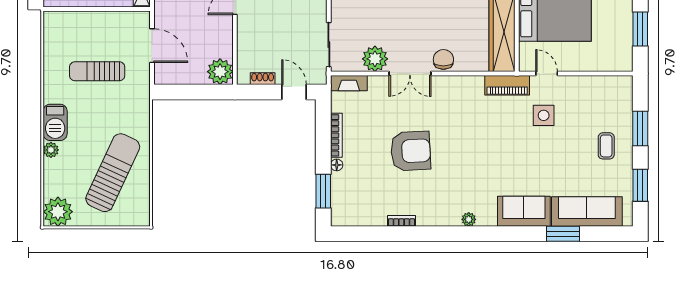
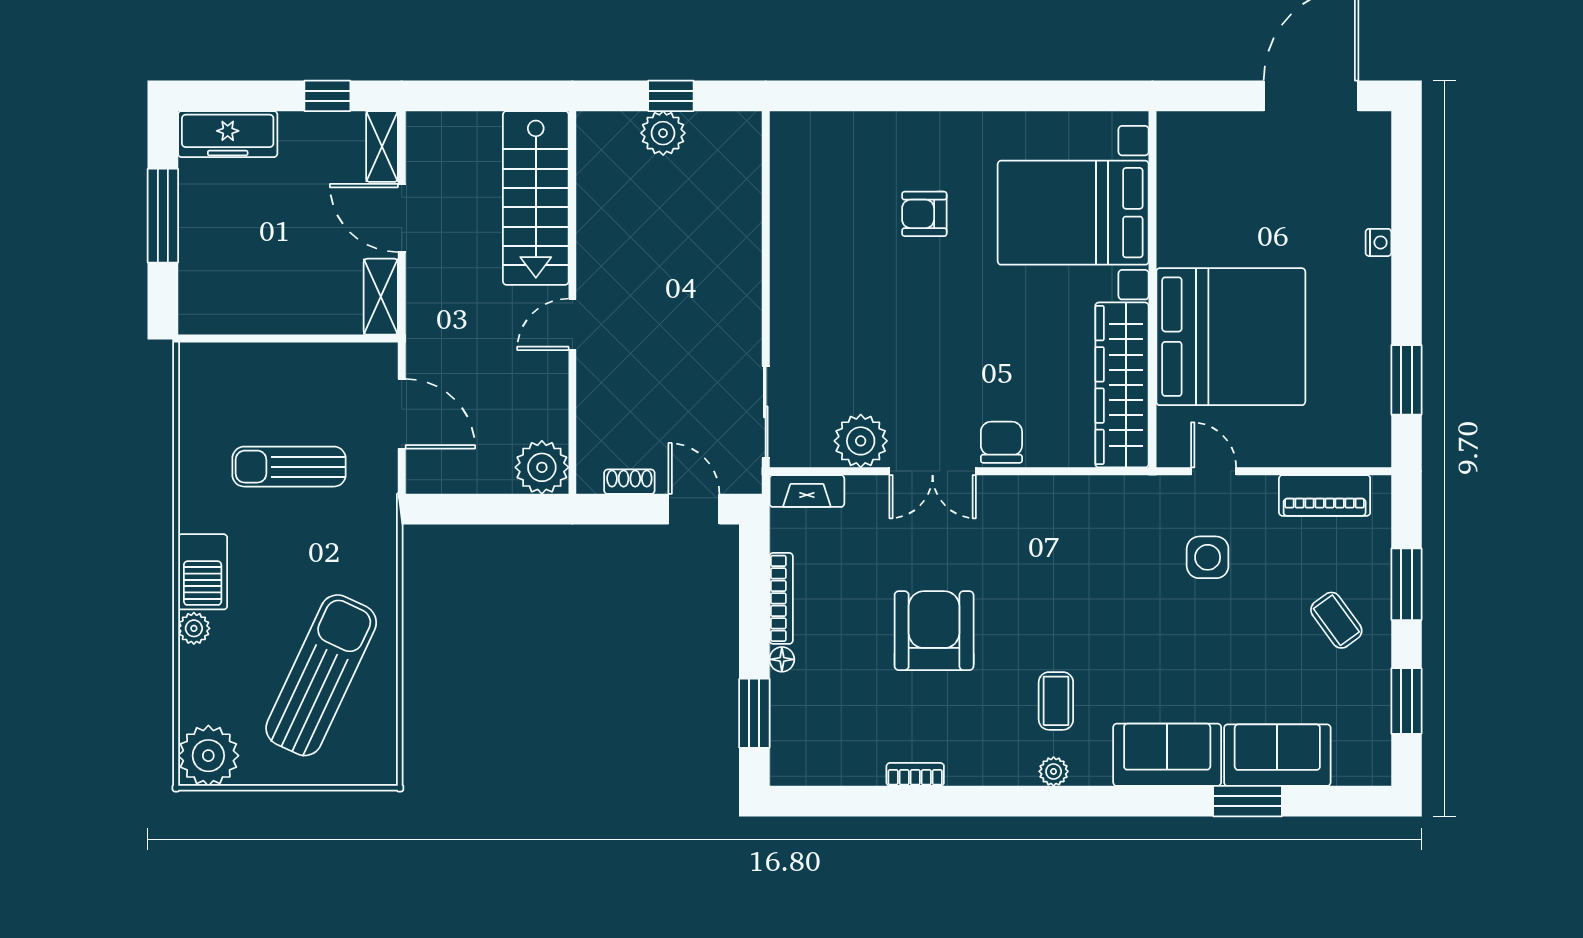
piano: (507, 85) -> (1325, 495), moved
coffee table: (606, 146) -> (1336, 620), turned -36
armchair: (411, 151) -> (934, 631), turned -87
coffee table: (470, 185) -> (1056, 701), added
sofa: (587, 212) -> (1277, 755), width x0.73

